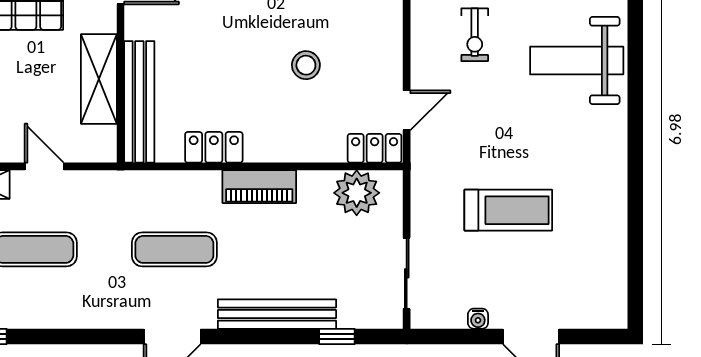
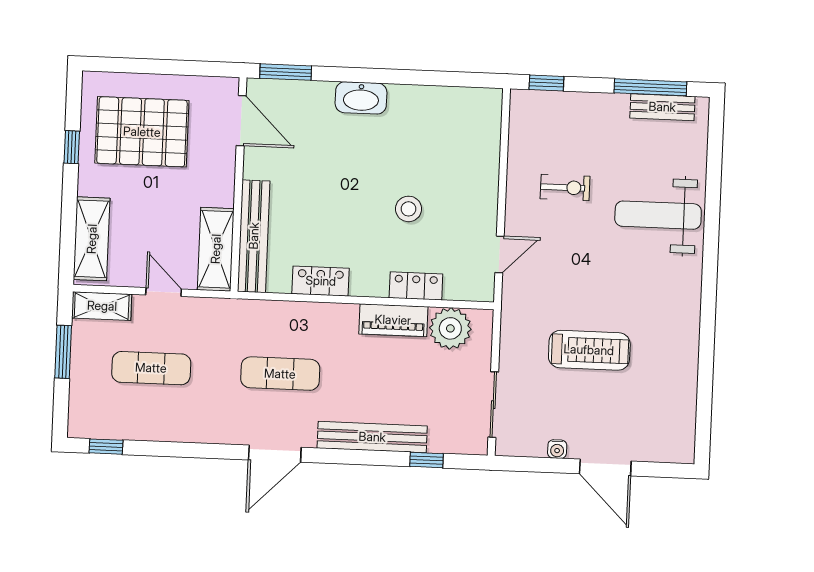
exercise bike: (475, 35) -> (565, 187), turned -90
shelving: (99, 79) -> (216, 249), moved
locker: (375, 148) -> (416, 286), moved
piano: (259, 187) -> (393, 320), moved

